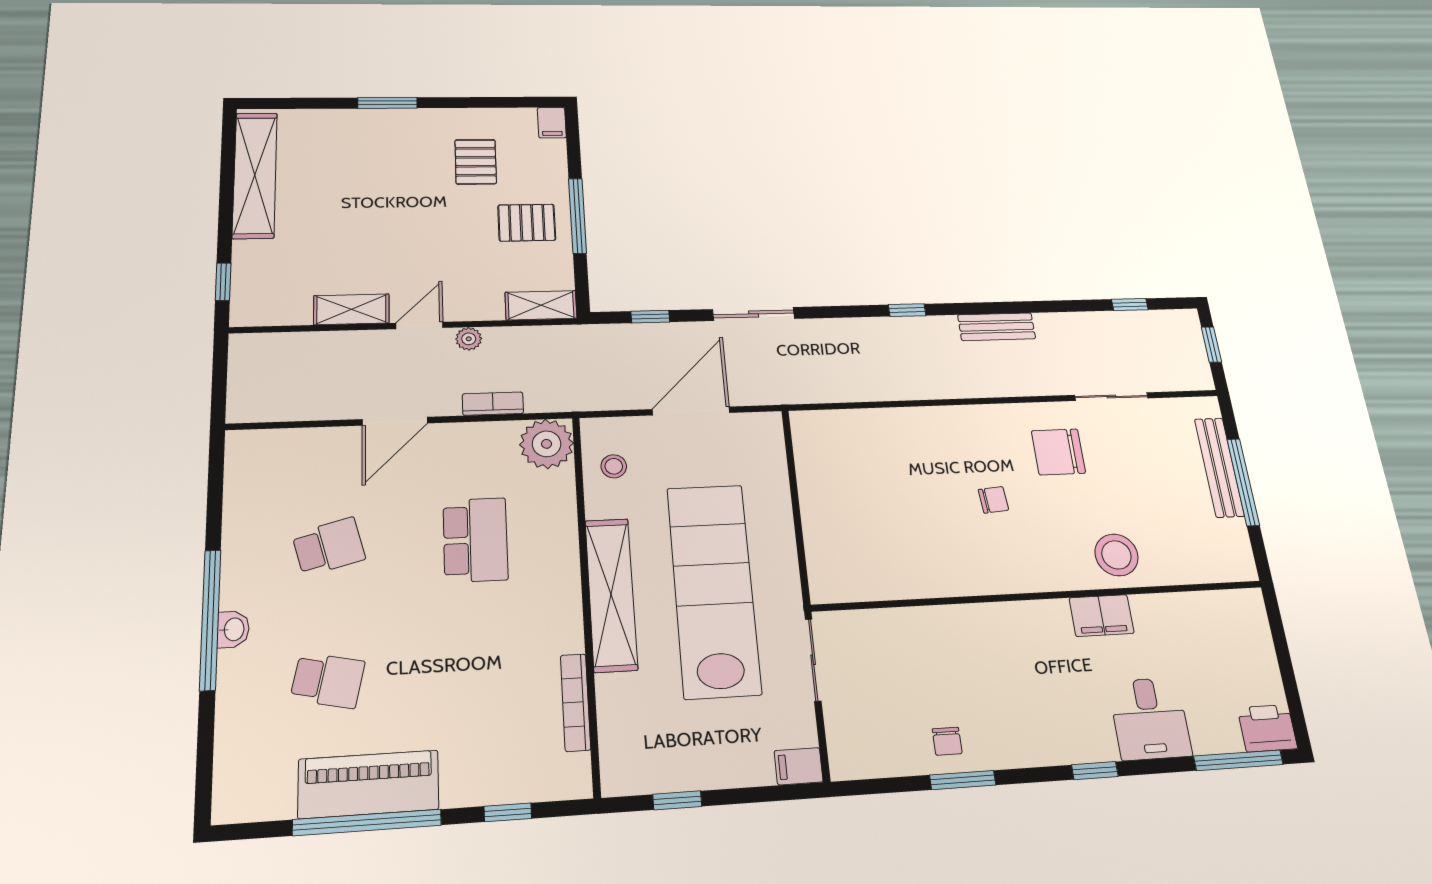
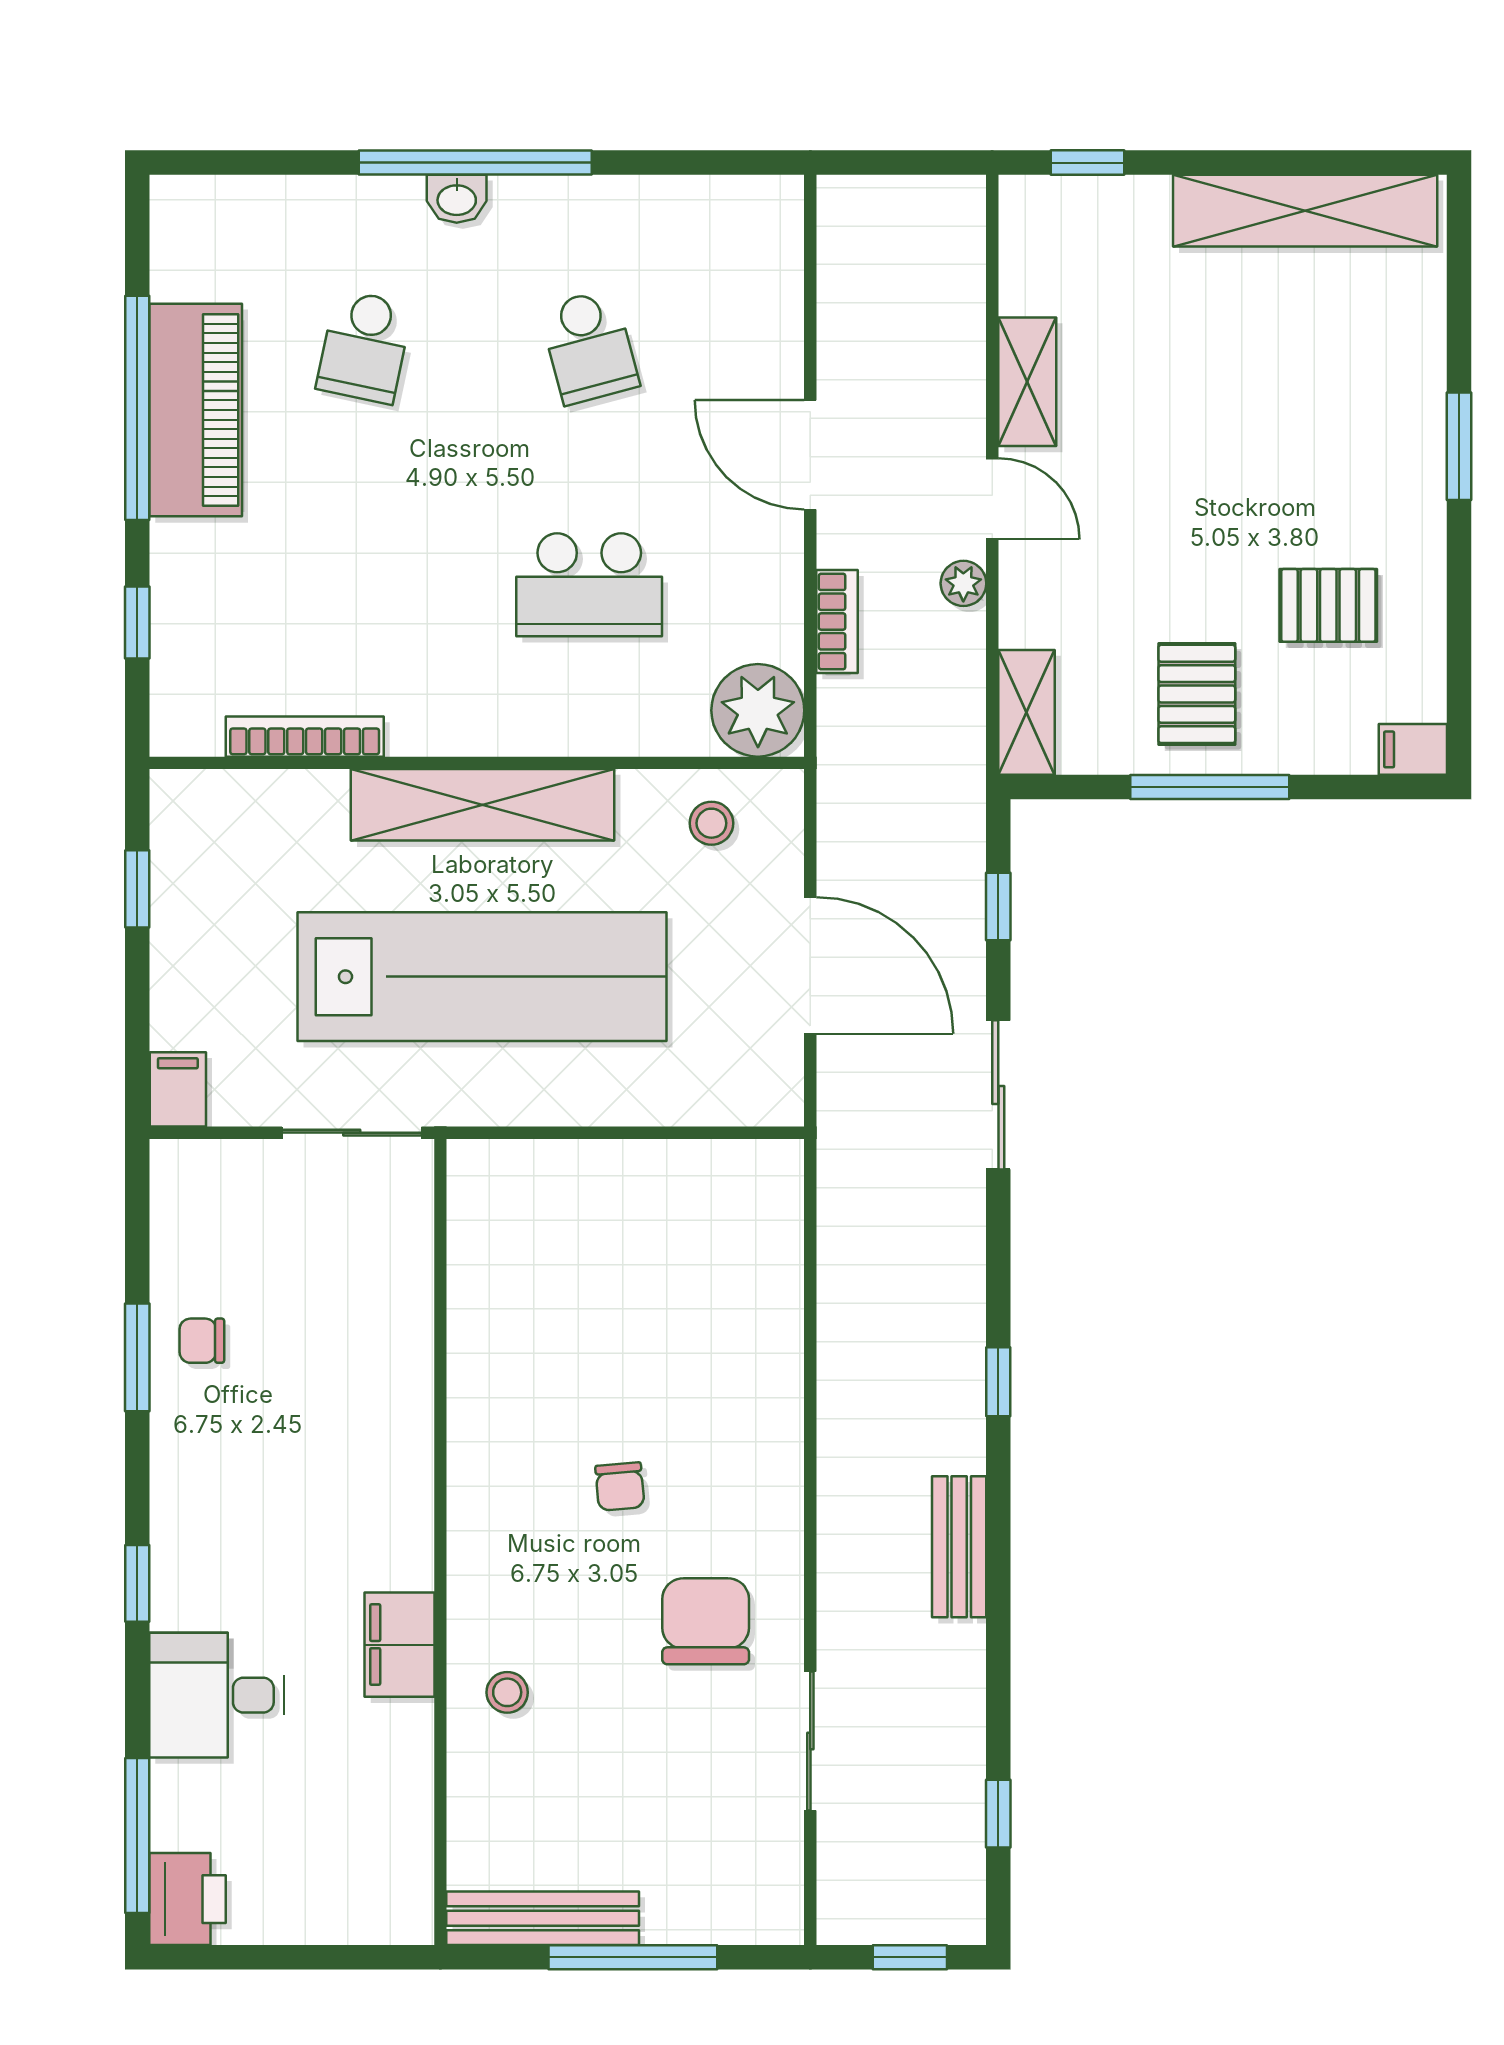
bench: (1219, 467) -> (543, 1918), moved
stool: (1116, 555) -> (507, 1692), width x0.53, depth x0.53

